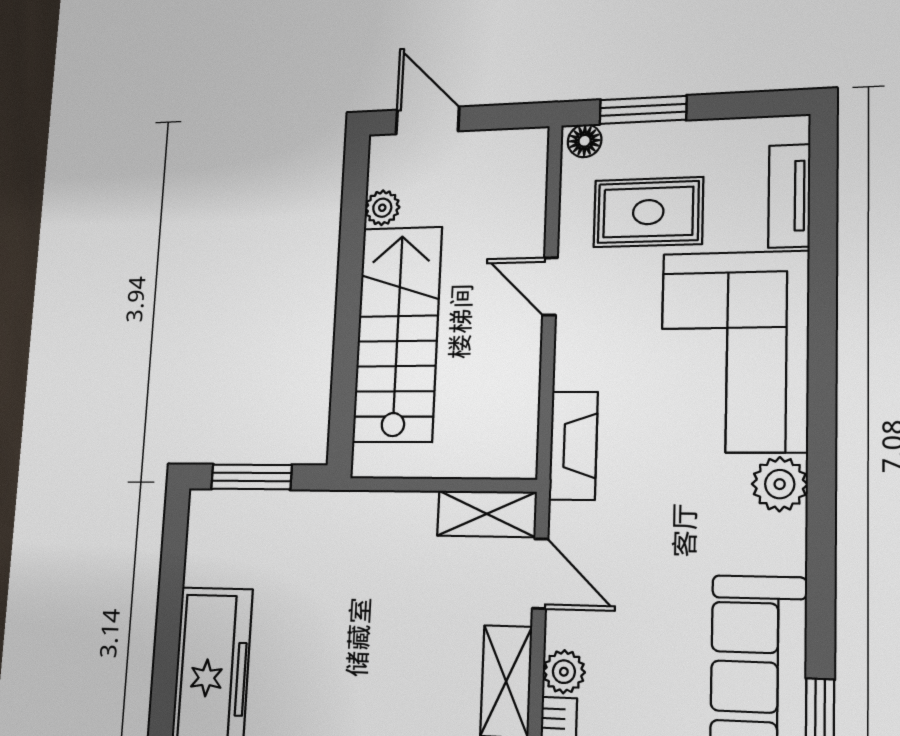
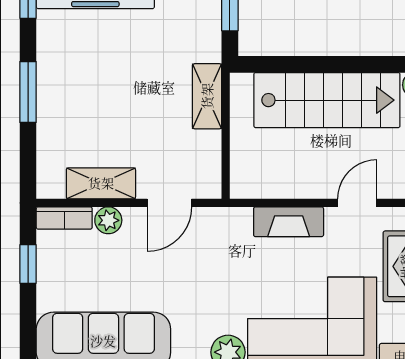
fireplace: (573, 446) -> (289, 222), moved
shelving: (487, 514) -> (207, 96), moved

